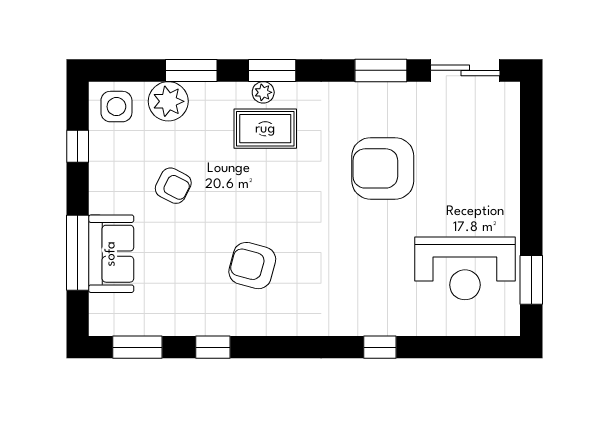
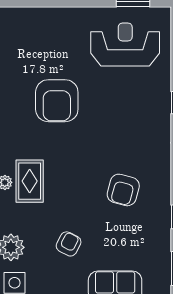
reception desk: (465, 268) -> (125, 44), turned -90

